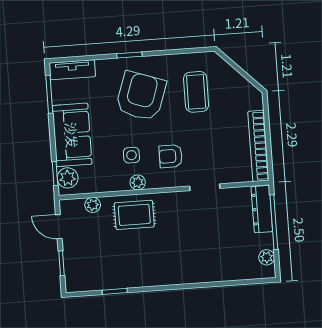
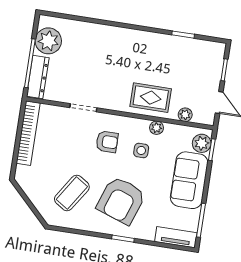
coffee table: (196, 92) -> (72, 193), turned 33
plant: (138, 182) -> (157, 128), moved
plant: (267, 257) -> (48, 41), width x1.87, depth x1.87

